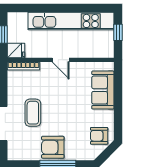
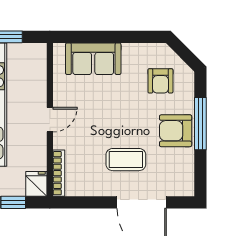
armchair: (99, 136) -> (160, 81), moved
armchair: (53, 147) -> (176, 131), turned 90

